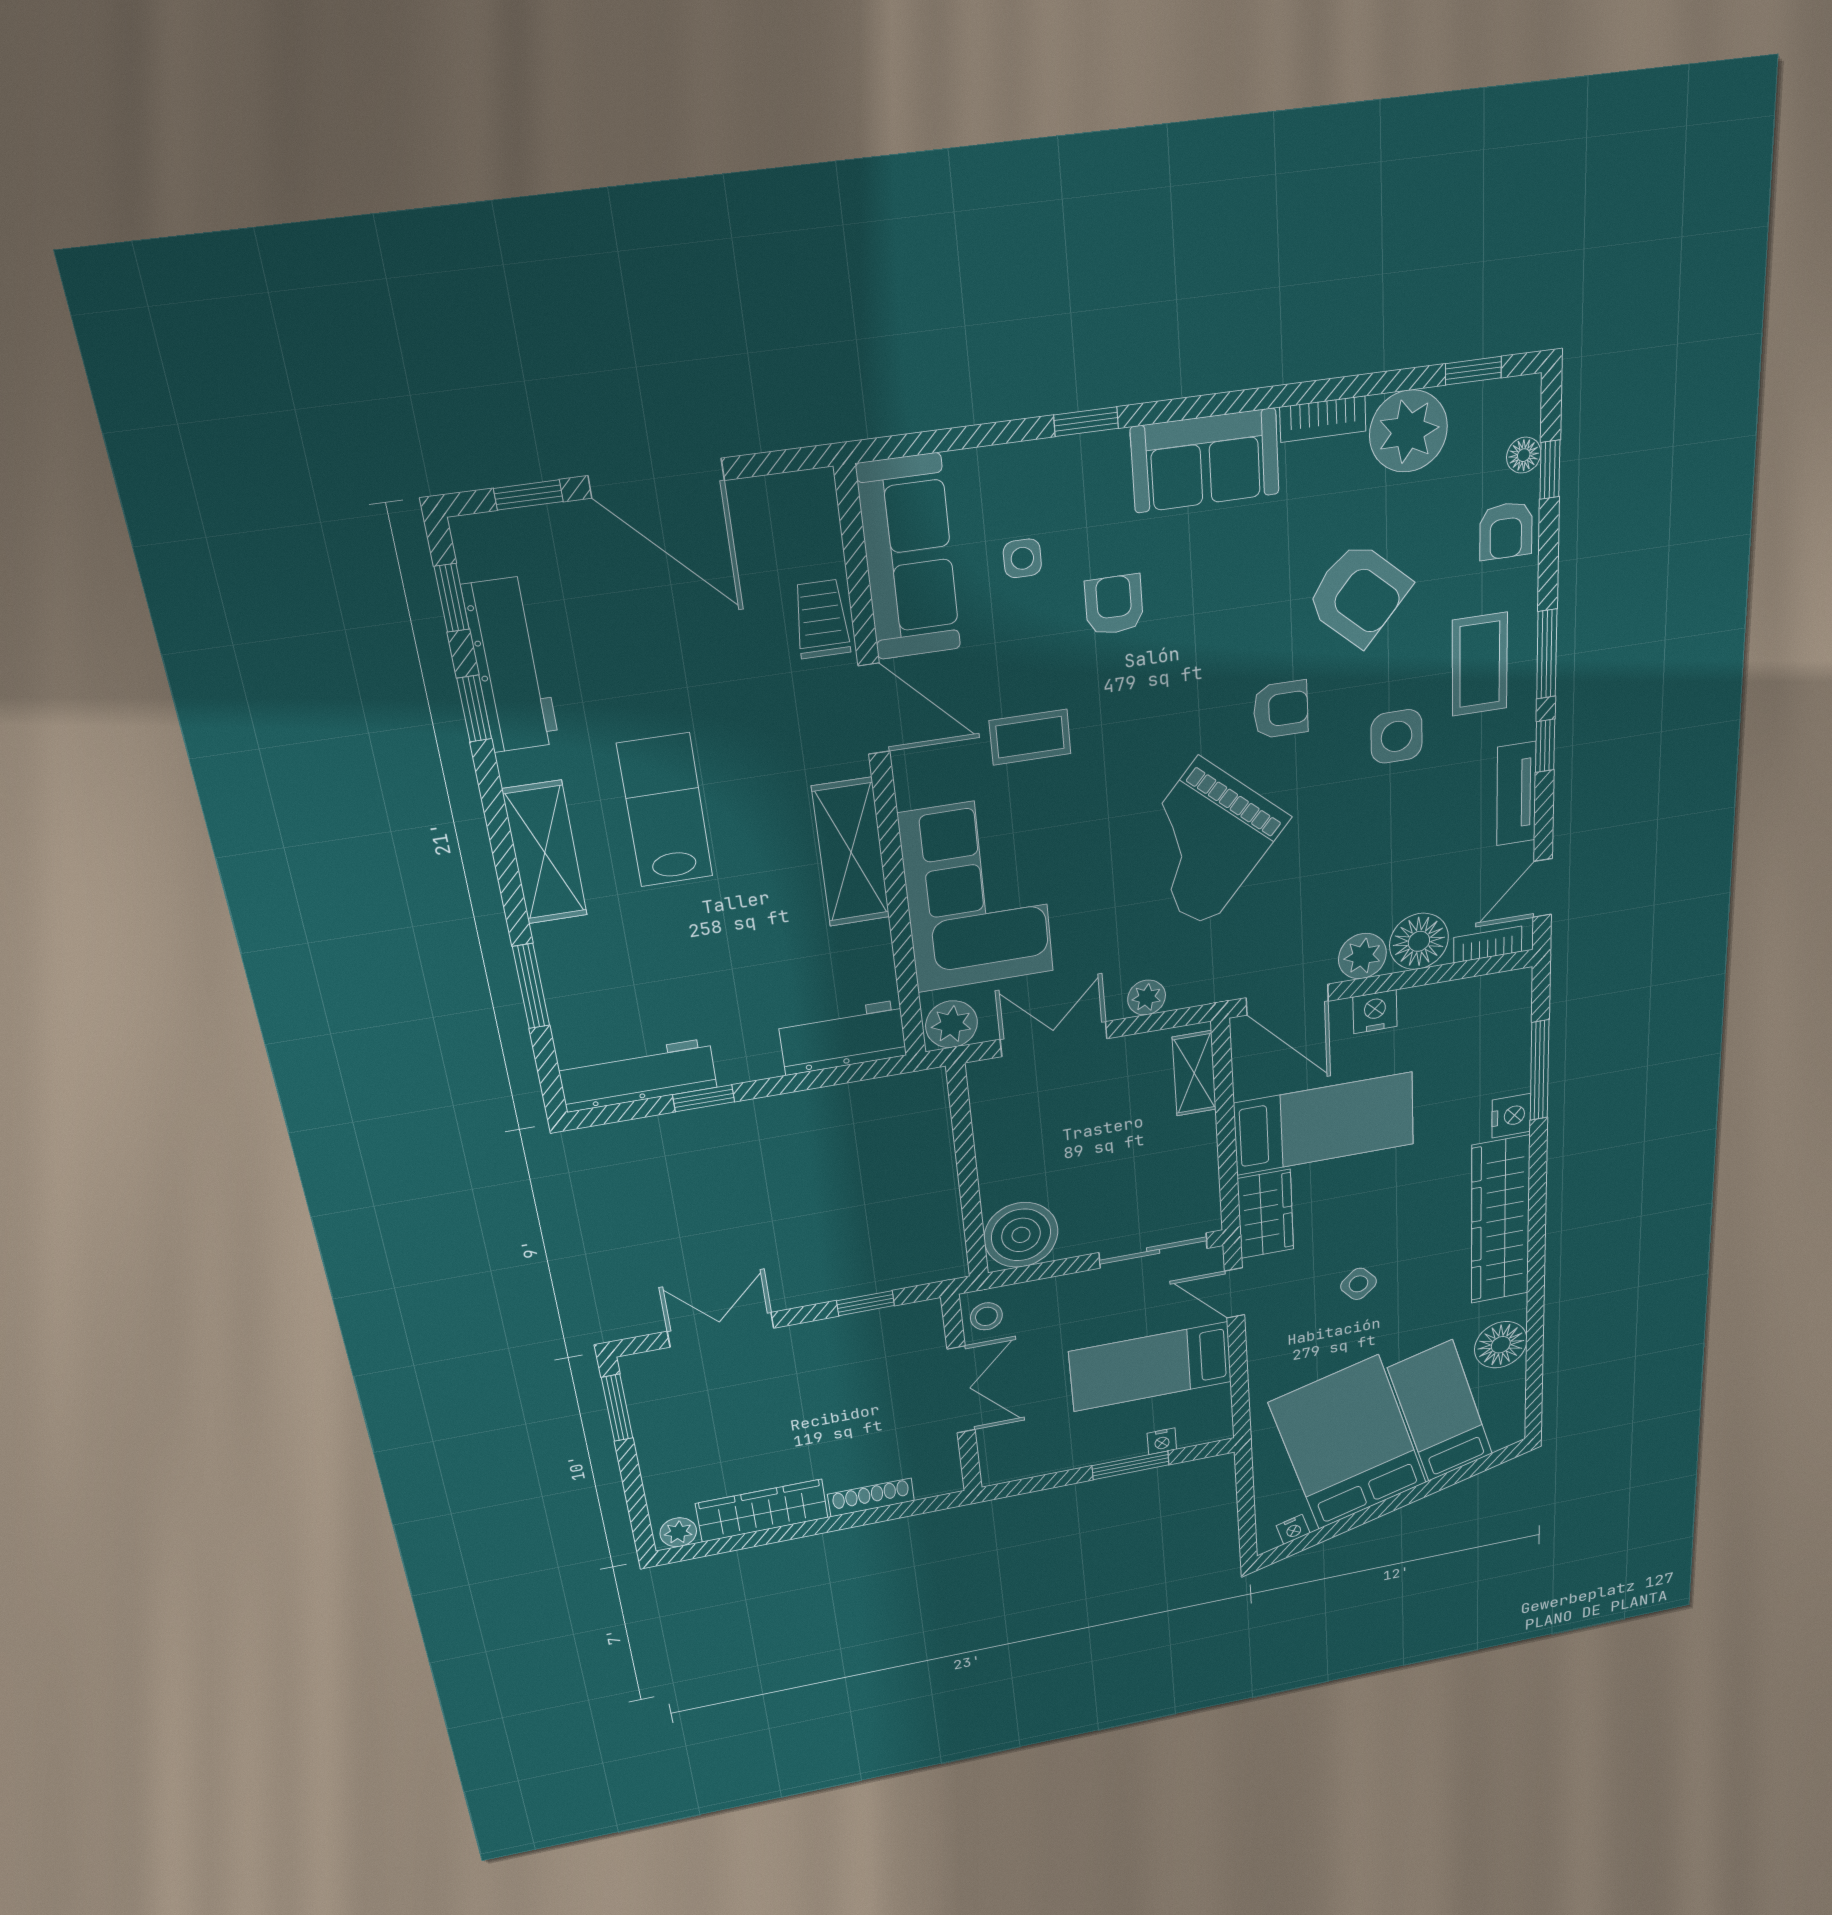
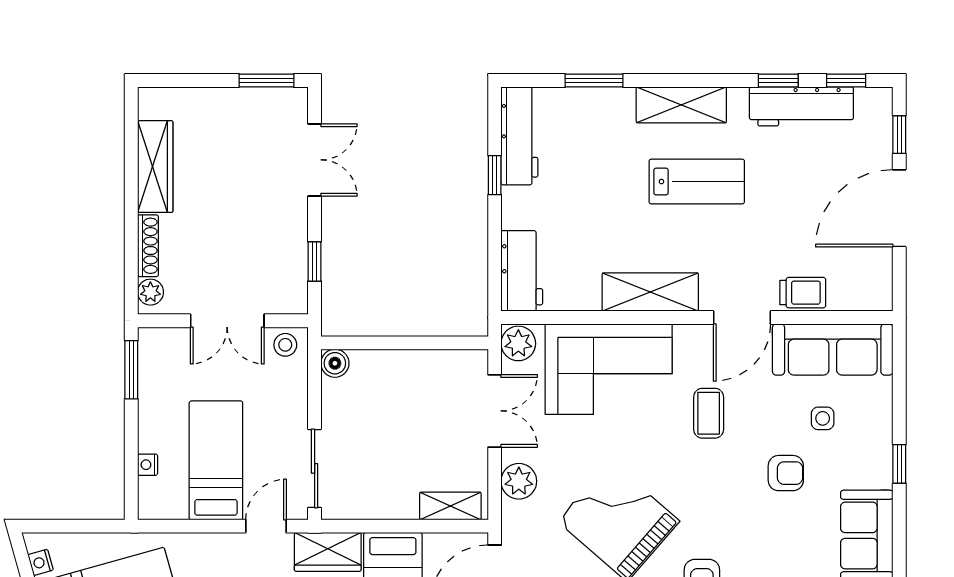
plant: (1147, 998) -> (519, 481), width x1.38, depth x1.38
boiler: (1021, 1235) -> (335, 363), width x0.54, depth x0.54
window: (1130, 1465) -> (131, 370), moved
plant: (678, 1532) -> (150, 292), moved

